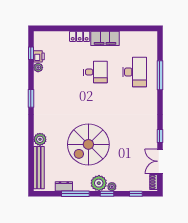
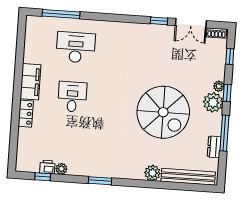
window: (160, 75) -> (61, 14), moved

